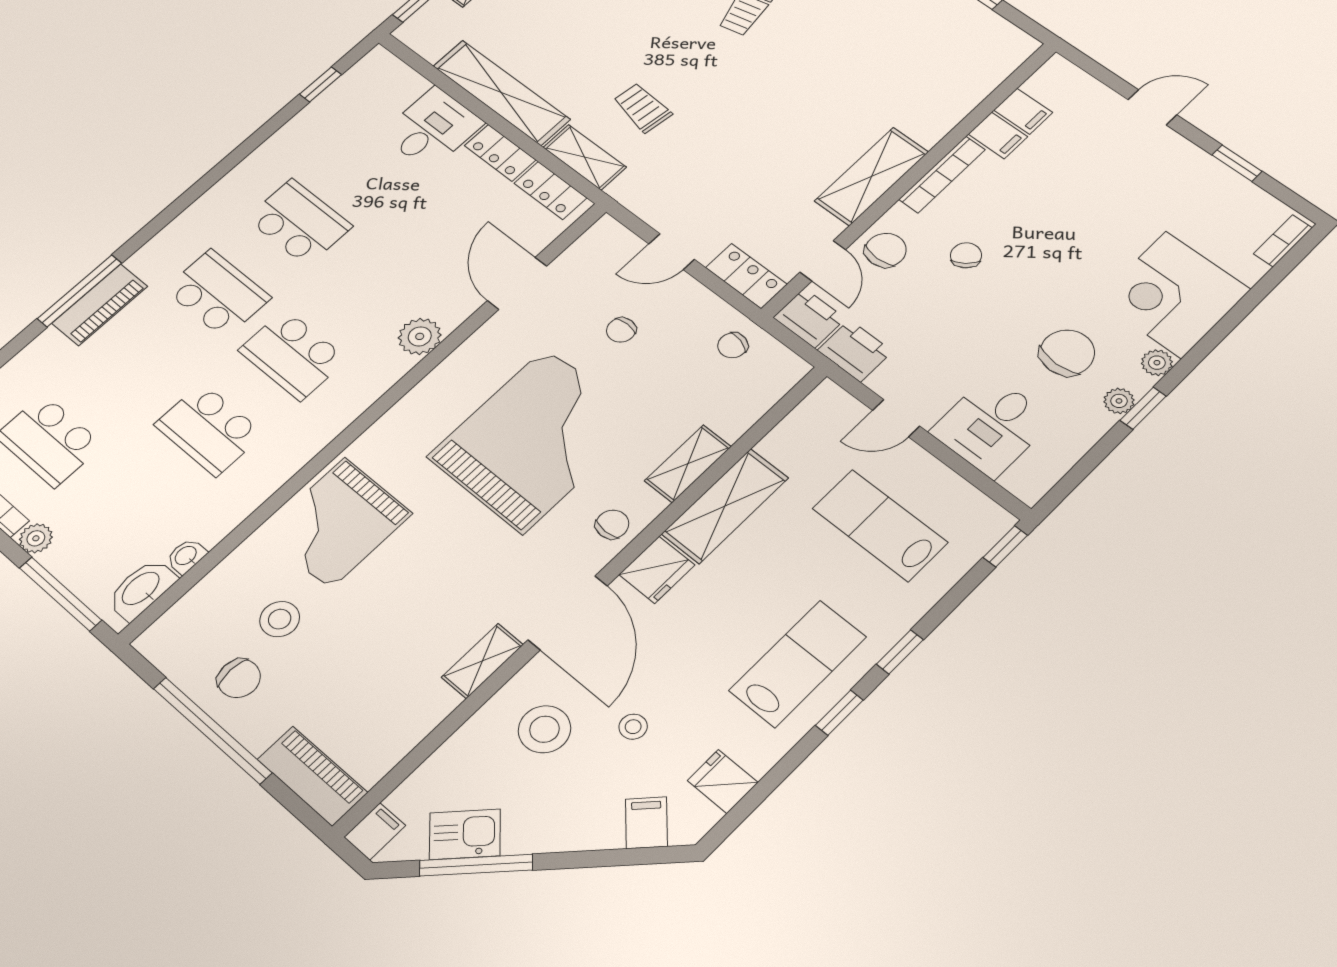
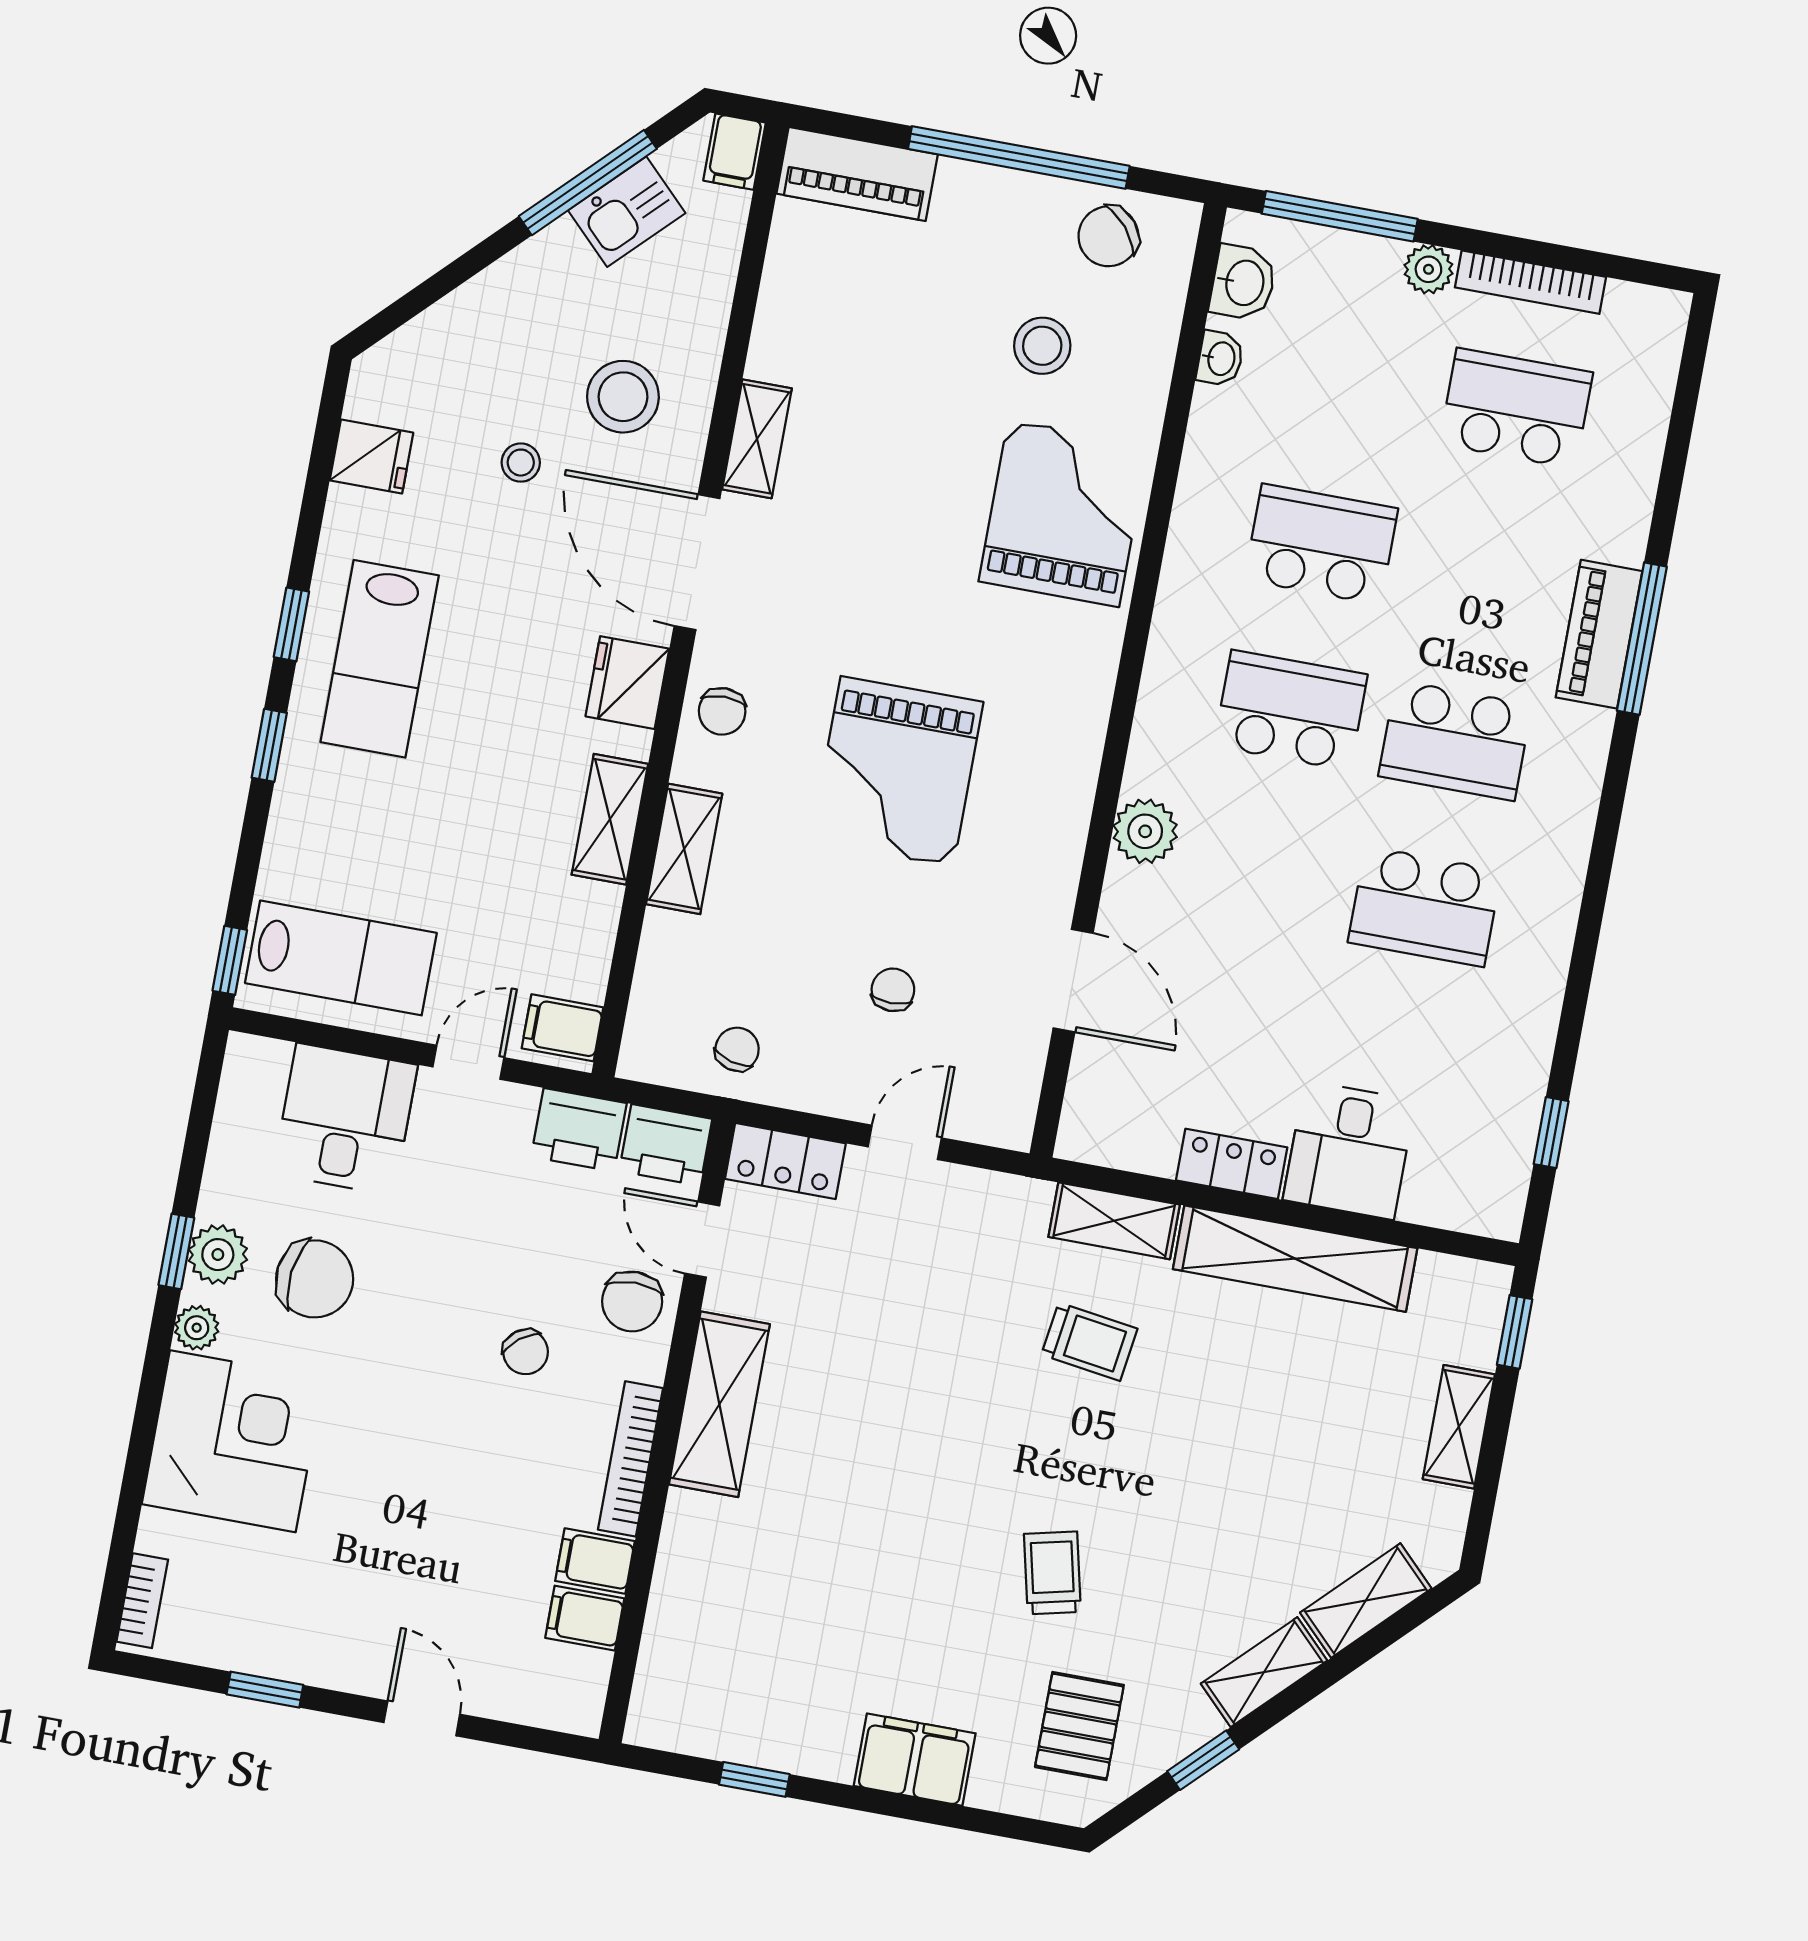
door: (1152, 107) -> (422, 1718), swing flipped
locker: (550, 190) -> (1125, 1144), removed
chair: (1067, 353) -> (315, 1279), turned -83
plant: (1119, 401) -> (218, 1255), width x1.38, depth x1.38
grand piano: (535, 439) -> (897, 771), width x0.73, depth x0.68
shelving: (725, 506) -> (610, 819), width x0.67, depth x0.75
lab bench: (880, 525) -> (341, 958), moved
washbasin: (141, 589) -> (1243, 283), width x0.72
chair: (239, 678) -> (1108, 236), moved, turned -40
filing cabinet: (646, 823) -> (563, 1028), moved, turned 135

